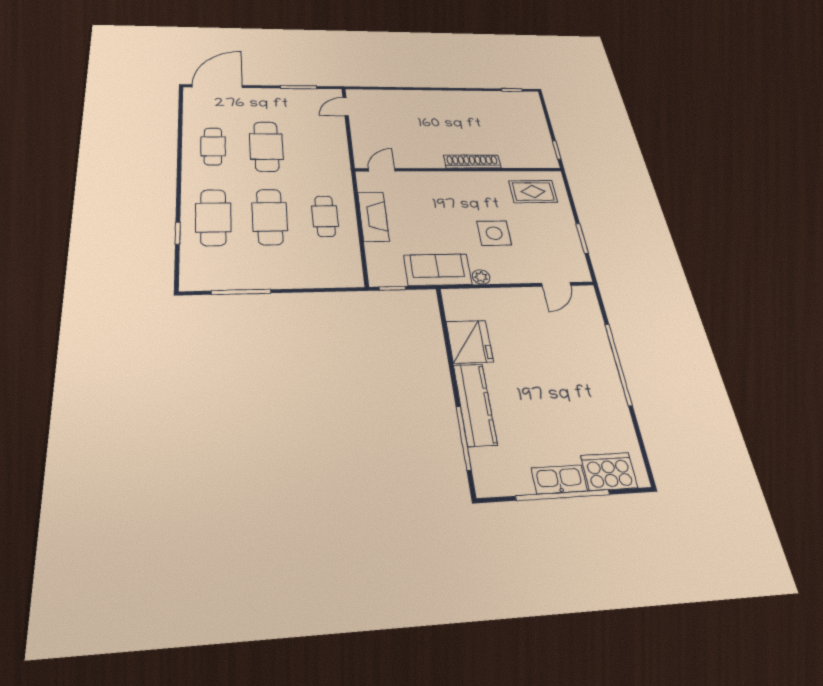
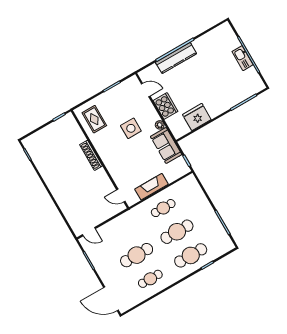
kitchen counter: (475, 404) -> (176, 58), moved, turned 180
cooker: (609, 472) -> (166, 106), moved, turned 180

